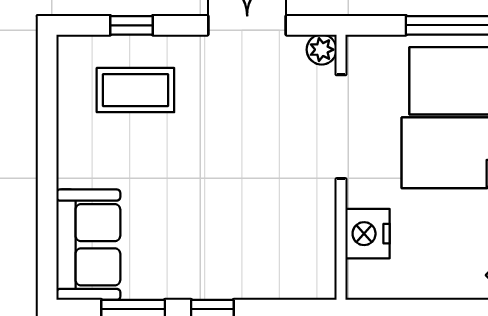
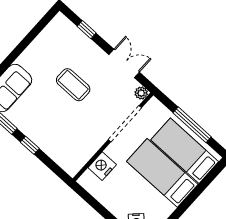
coffee table: (135, 90) -> (73, 85), moved

